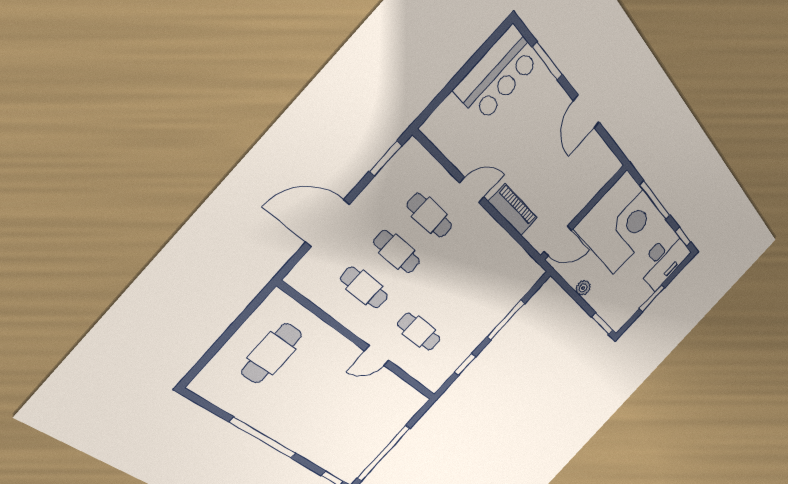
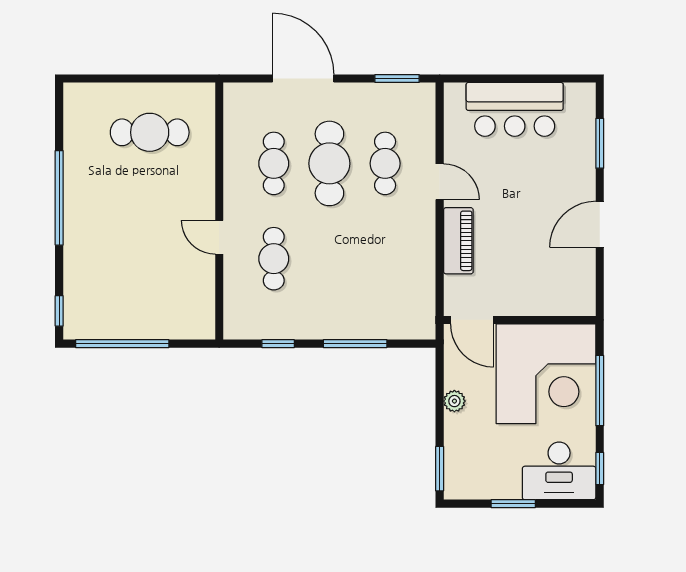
bar counter: (497, 75) -> (515, 109), moved
cafe table: (397, 252) -> (329, 163), width x1.37, depth x1.35

